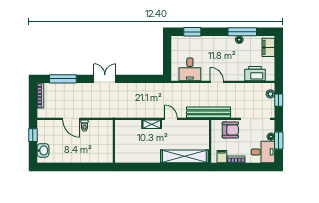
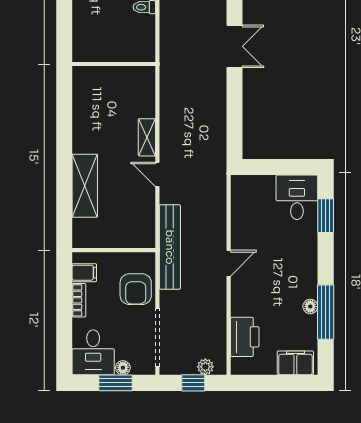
desk: (190, 69) -> (297, 197), moved, turned 90
door: (171, 119) -> (157, 174), swing flipped
shelving: (184, 156) -> (85, 186), width x0.68

